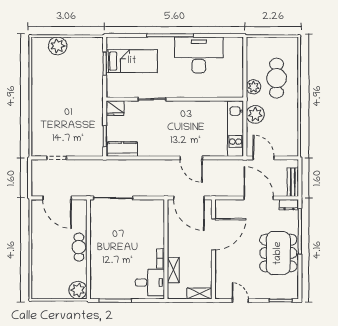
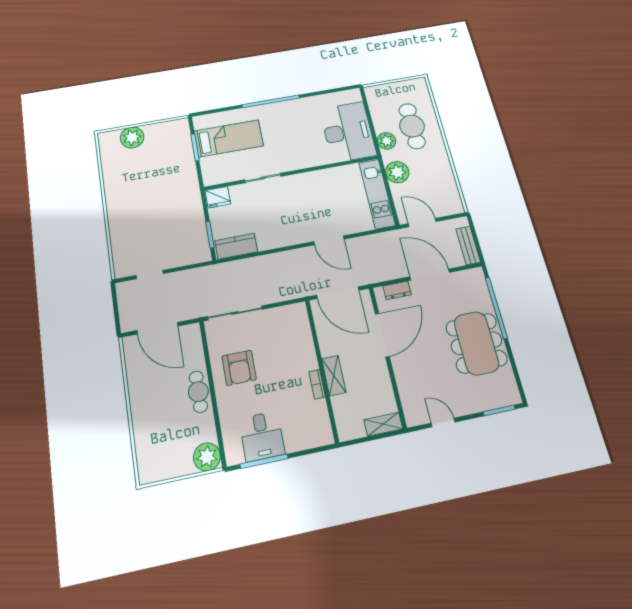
desk: (199, 55) -> (348, 132), moved, turned 90
dresser: (289, 205) -> (397, 290), moved
armchair: (109, 237) -> (239, 368), added
shelving: (173, 270) -> (334, 375), moved
desk: (150, 283) -> (262, 436), moved, turned 90

